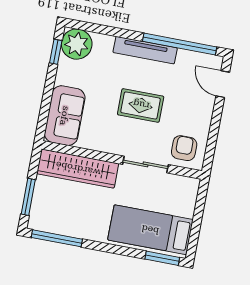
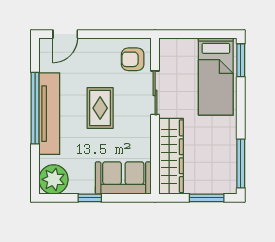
window: (180, 44) -> (35, 108), moved
tv unit: (145, 50) -> (49, 114), width x1.36, depth x1.29
window: (56, 52) -> (90, 198), moved

